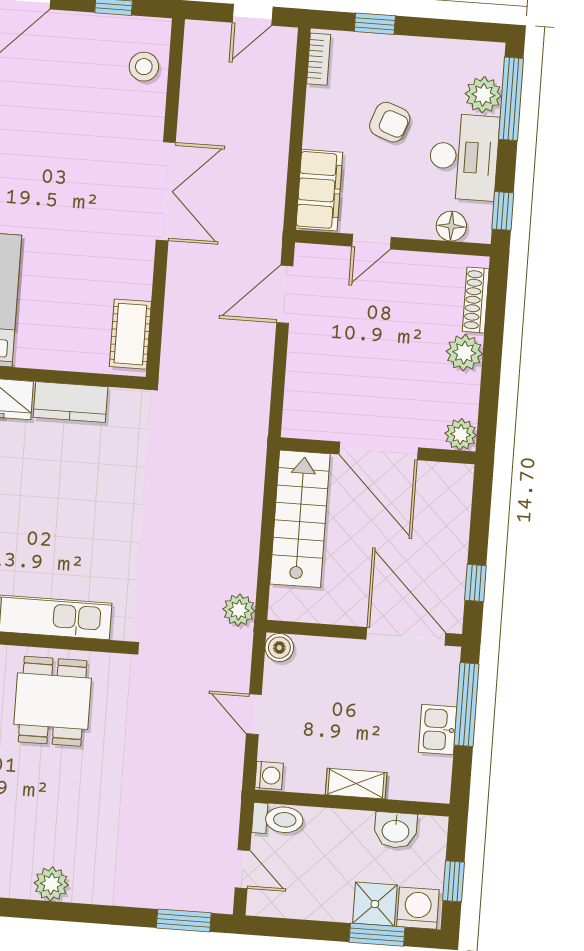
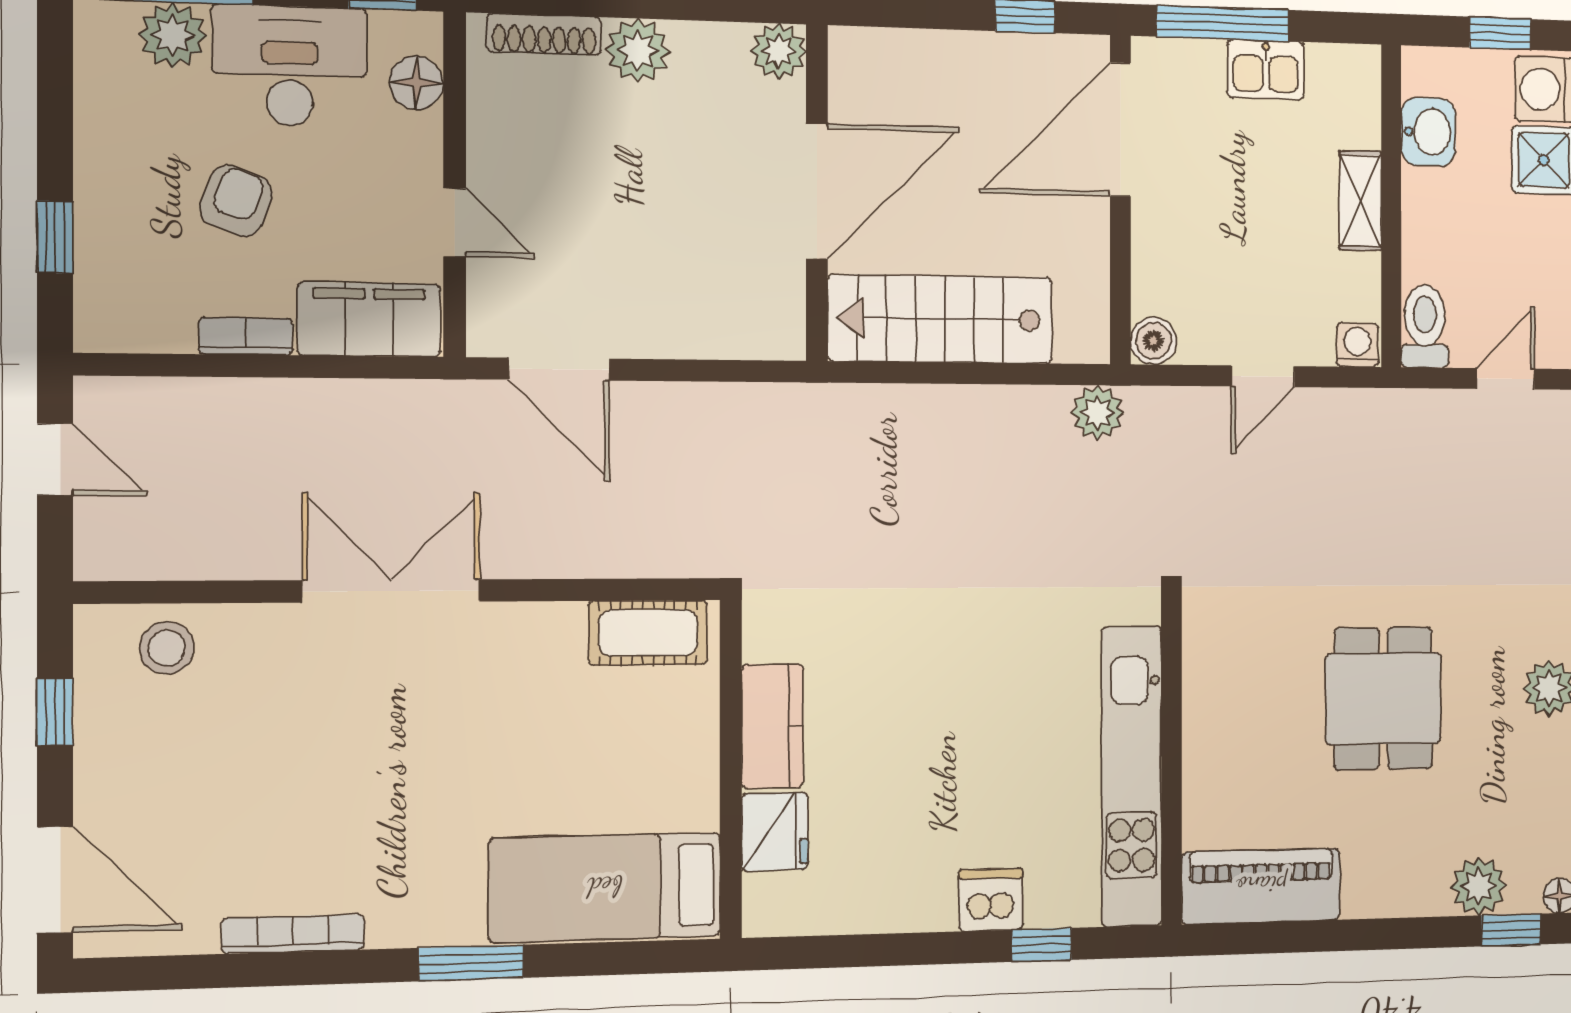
bookcase: (319, 59) -> (246, 336), moved
dining table: (53, 701) -> (1383, 699), moved, turned 90

